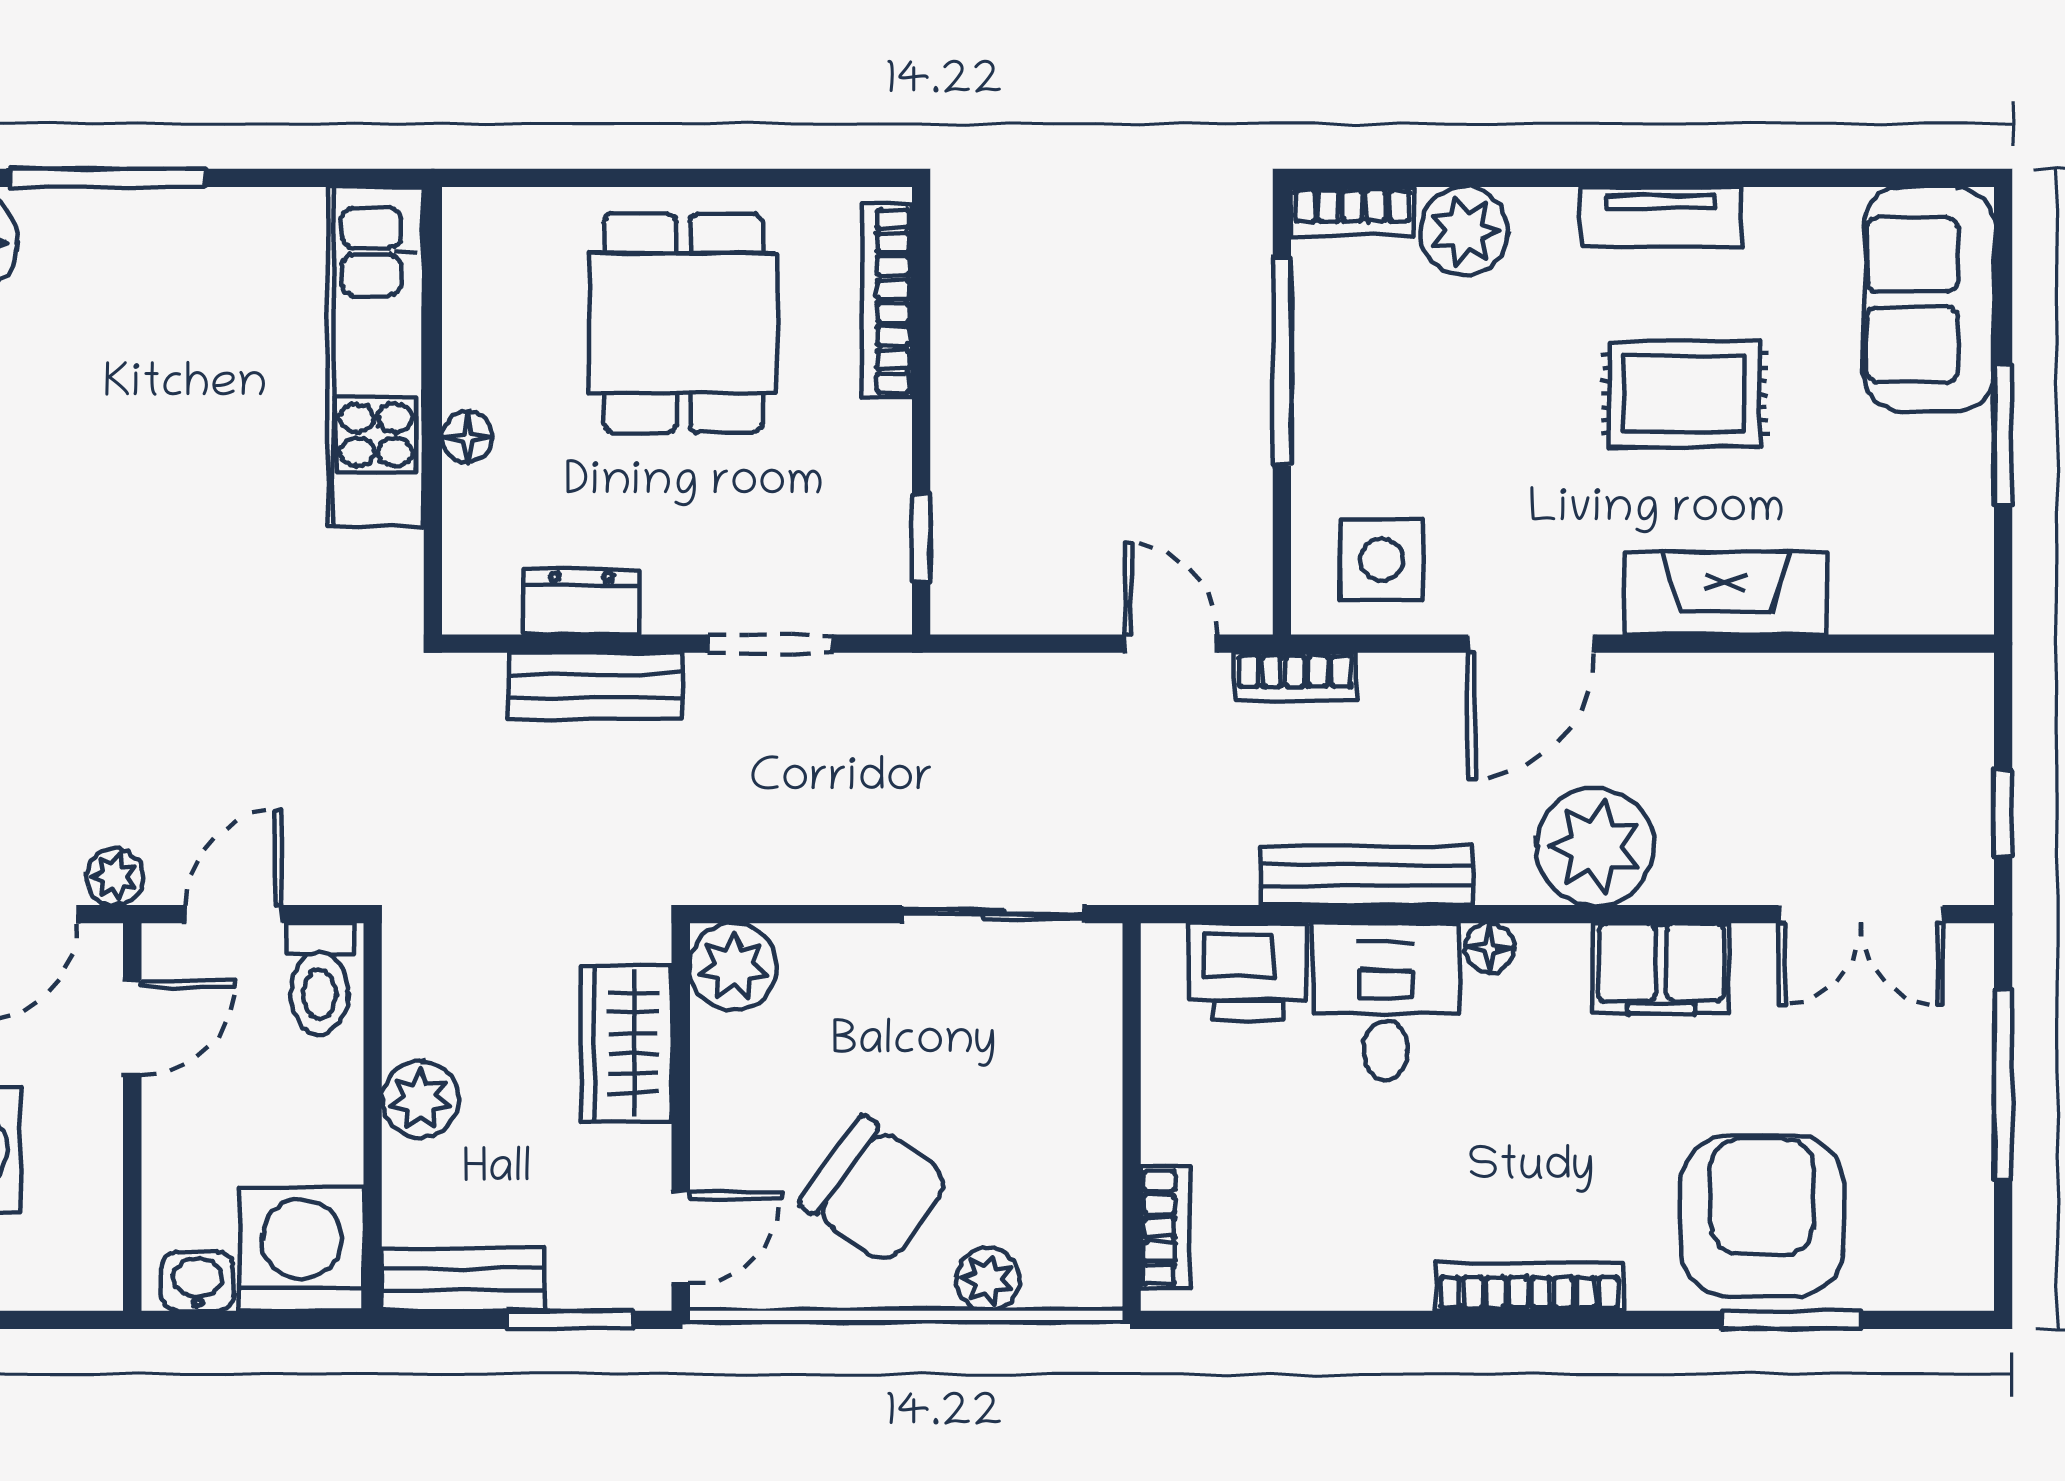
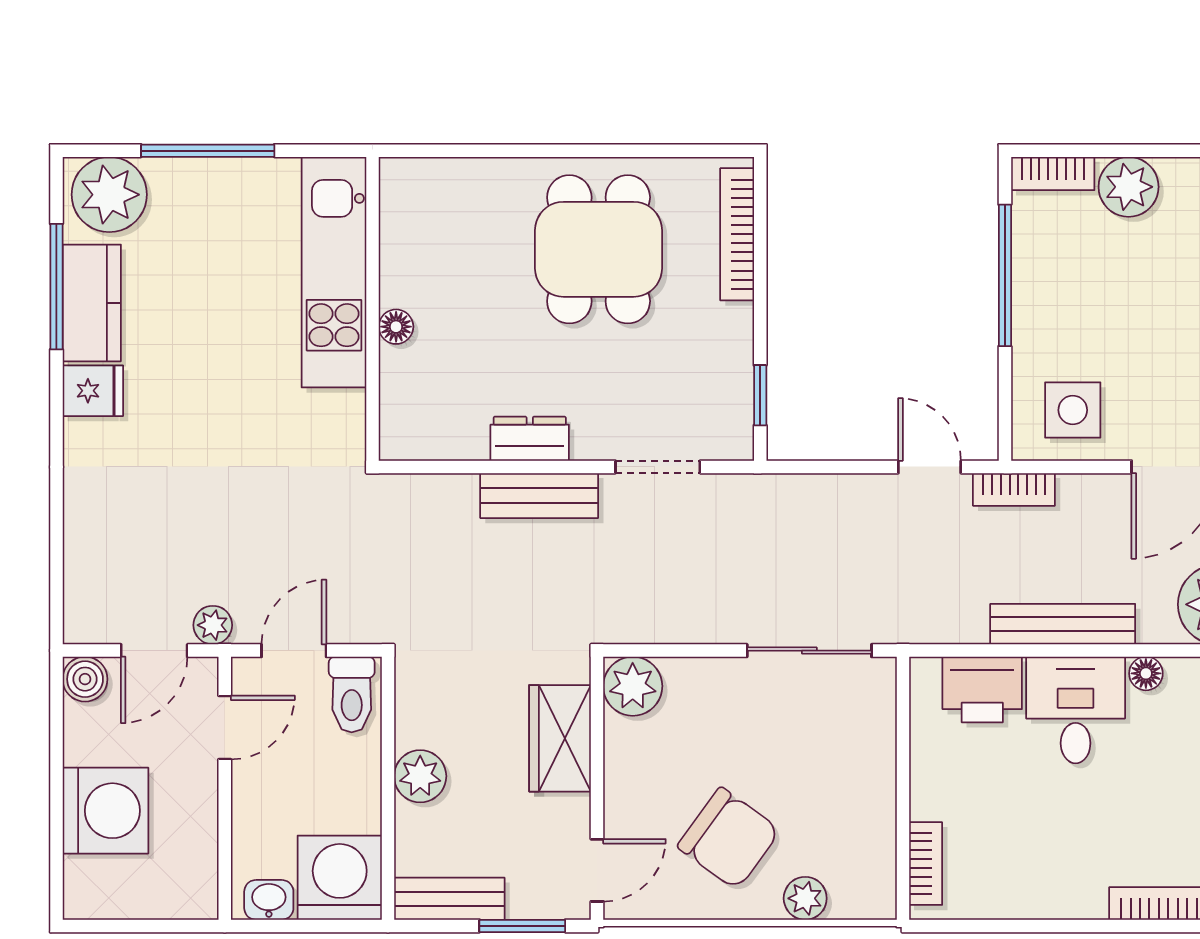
kitchen unit: (376, 357) -> (334, 272), moved
wall: (433, 411) -> (373, 309), moved
floor lamp: (467, 437) -> (396, 327), moved

